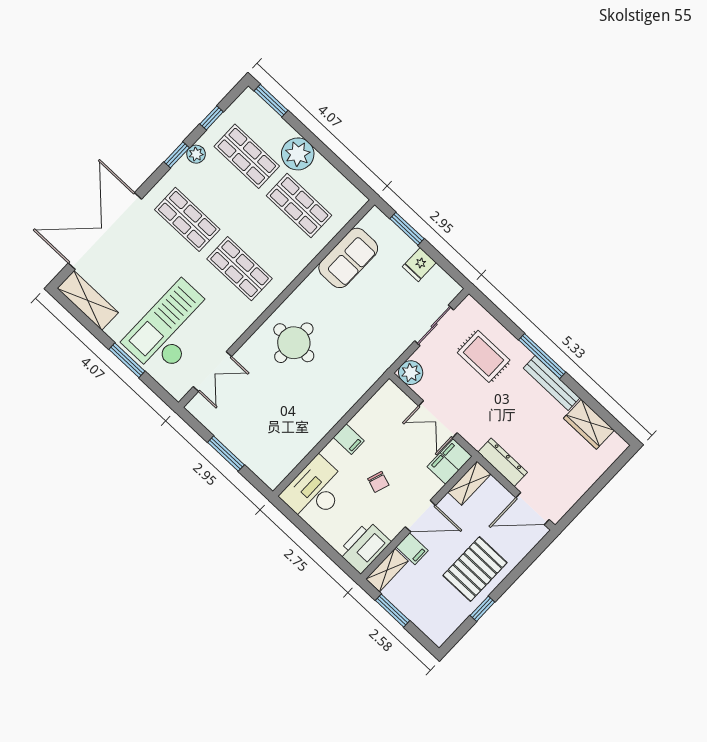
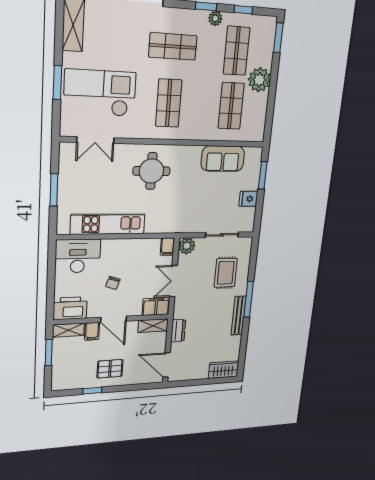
shop shelf: (187, 219) -> (173, 46), turned 90
wardrobe: (589, 424) -> (223, 370), moved, turned 90
kitchen unit: (309, 433) -> (108, 224), added
filing cabinet: (349, 439) -> (167, 247), moved
dresser: (503, 462) -> (178, 331), width x0.70
pallet: (475, 569) -> (110, 369), width x0.67, depth x0.71

